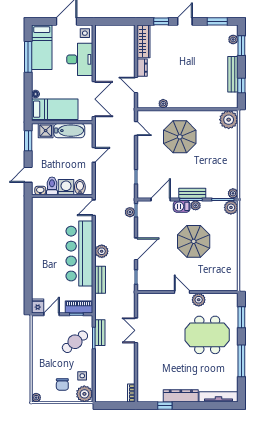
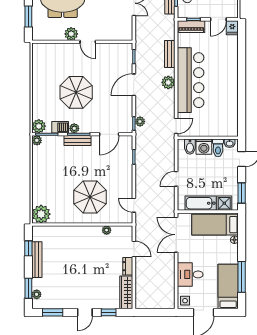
desk: (80, 59) -> (190, 274), width x0.73
barbecue: (182, 206) -> (60, 127), moved

